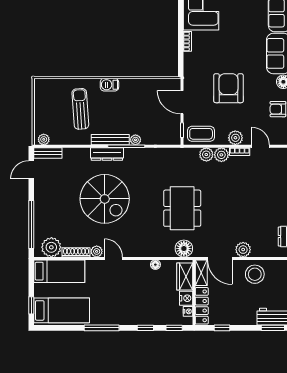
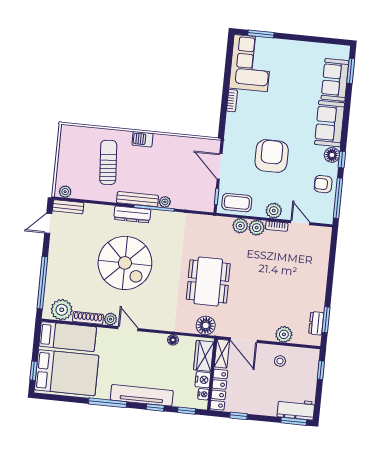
plant: (243, 250) -> (284, 334), moved
stool: (255, 274) -> (280, 361), width x0.53, depth x0.53
bed: (62, 310) -> (67, 373), width x1.50
tv unit: (132, 318) -> (142, 395), added

